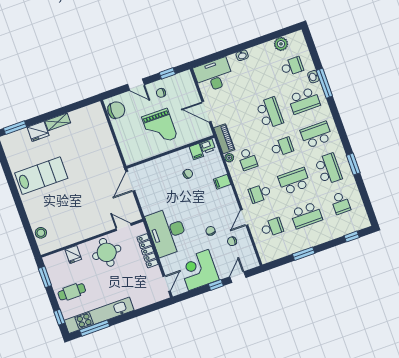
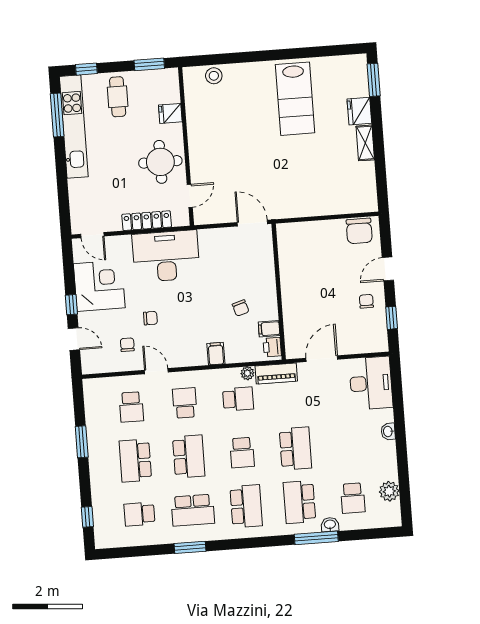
school desk: (270, 113) -> (295, 449), turned -90
grand piano: (160, 127) -> (318, 286), removed
school desk: (248, 159) -> (238, 399), turned 180

